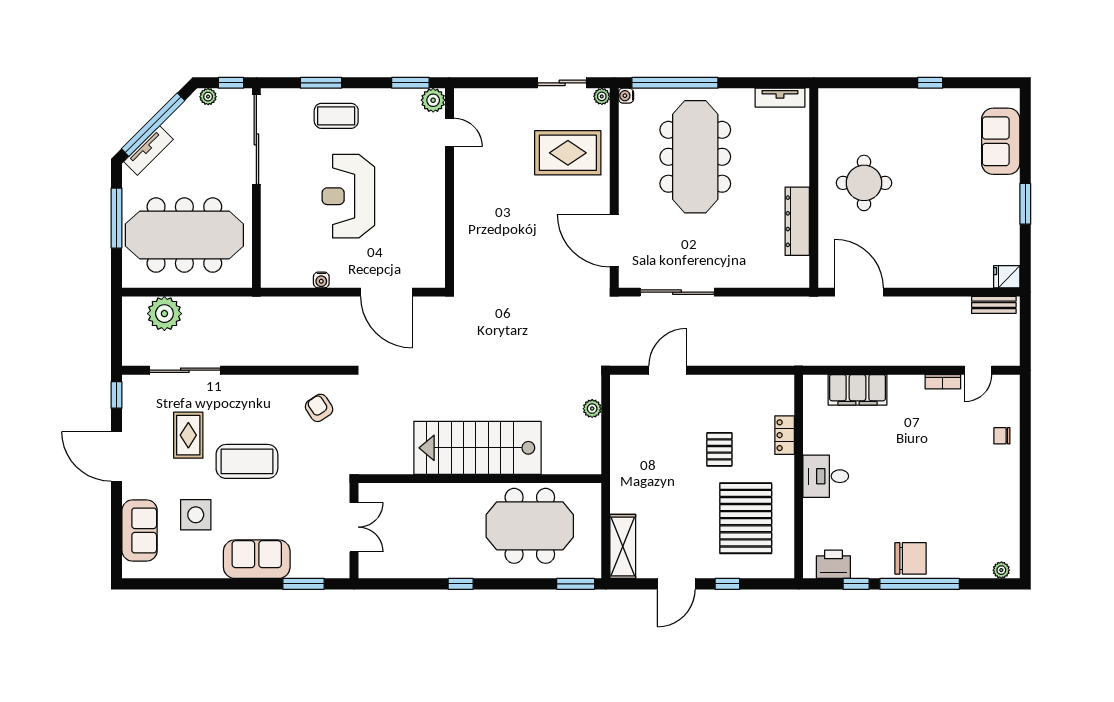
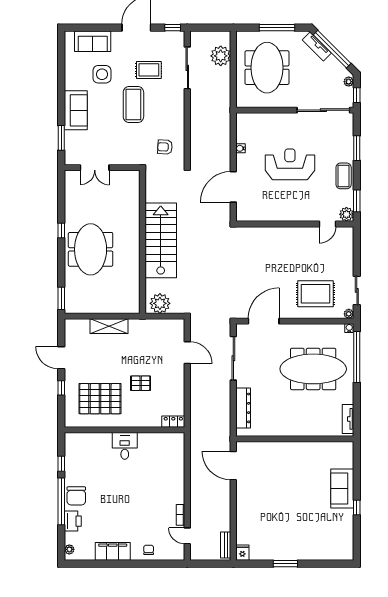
coffee table: (336, 116) -> (344, 176), moved
sofa: (1001, 141) -> (342, 489), moved, turned -90
rug: (568, 153) -> (315, 294), turned 90
round table: (864, 183) -> (298, 468), removed
dresser: (797, 221) -> (243, 408), moved, turned 90
meeting table: (184, 235) -> (267, 68), width x0.73
door: (859, 292) -> (233, 466), swing flipped
filing cabinet: (857, 390) -> (113, 551), moved, turned 90
armchair: (319, 408) -> (165, 147), turned -144
plant: (592, 409) -> (160, 303), width x1.88, depth x1.88
locker: (785, 435) -> (173, 422), moved
stairs: (477, 448) -> (161, 240), moved
wall: (480, 479) -> (142, 242), moved
meeting table: (530, 526) -> (91, 249), moved
shelving: (623, 546) -> (109, 326), moved
printer: (833, 564) -> (73, 521), moved

